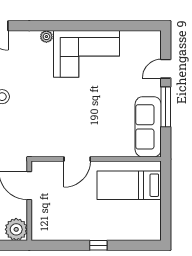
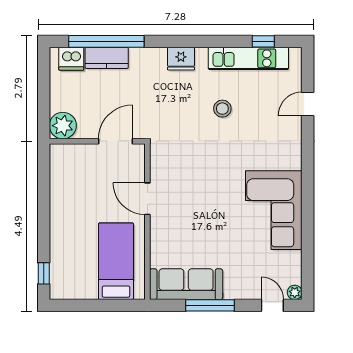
plant: (46, 37) -> (295, 292), moved
door: (166, 69) -> (272, 305), moved
window: (98, 245) -> (44, 273), moved

